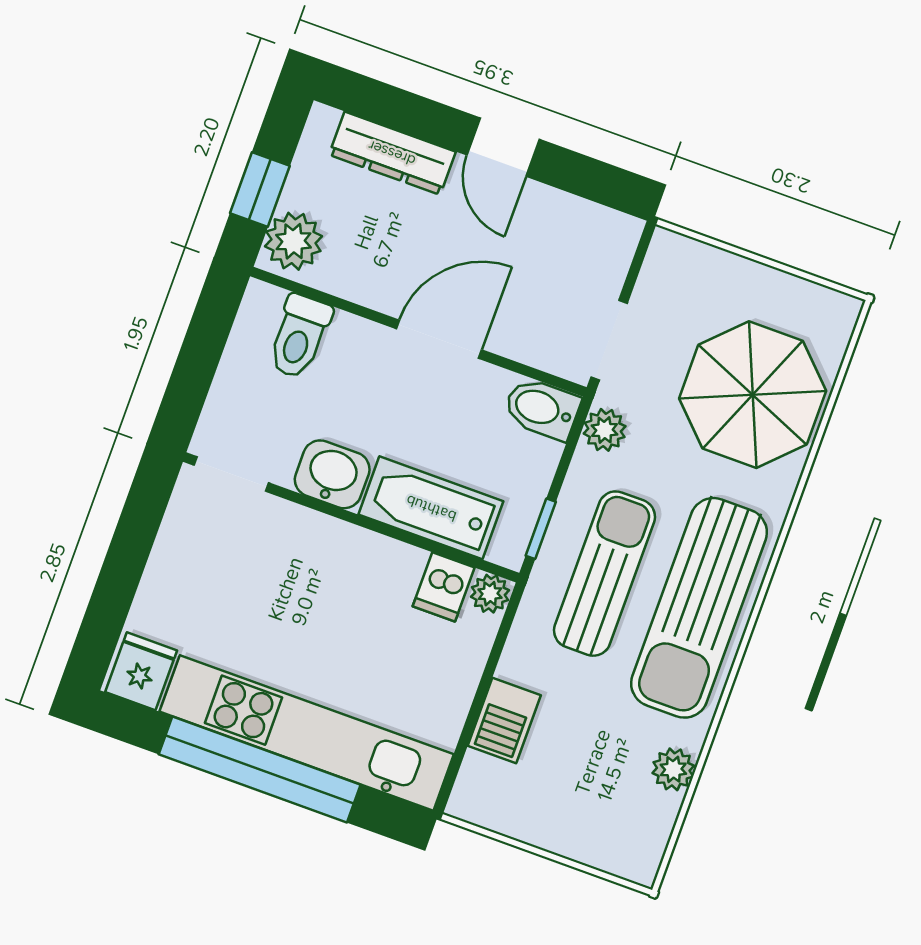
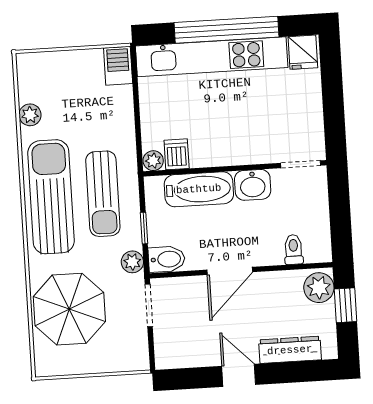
toilet: (299, 336) -> (294, 250), width x0.73, depth x0.72
window: (541, 529) -> (144, 228), moved
barbecue: (504, 720) -> (118, 66), moved

